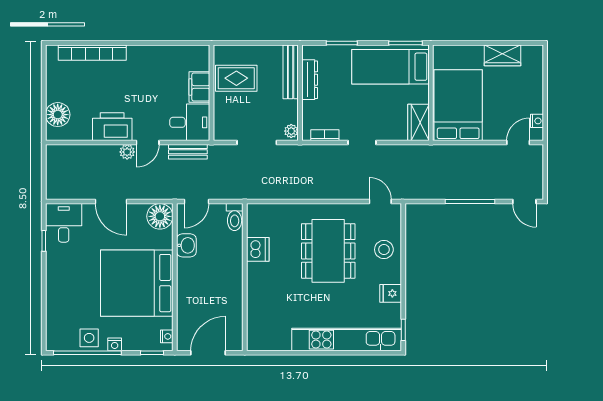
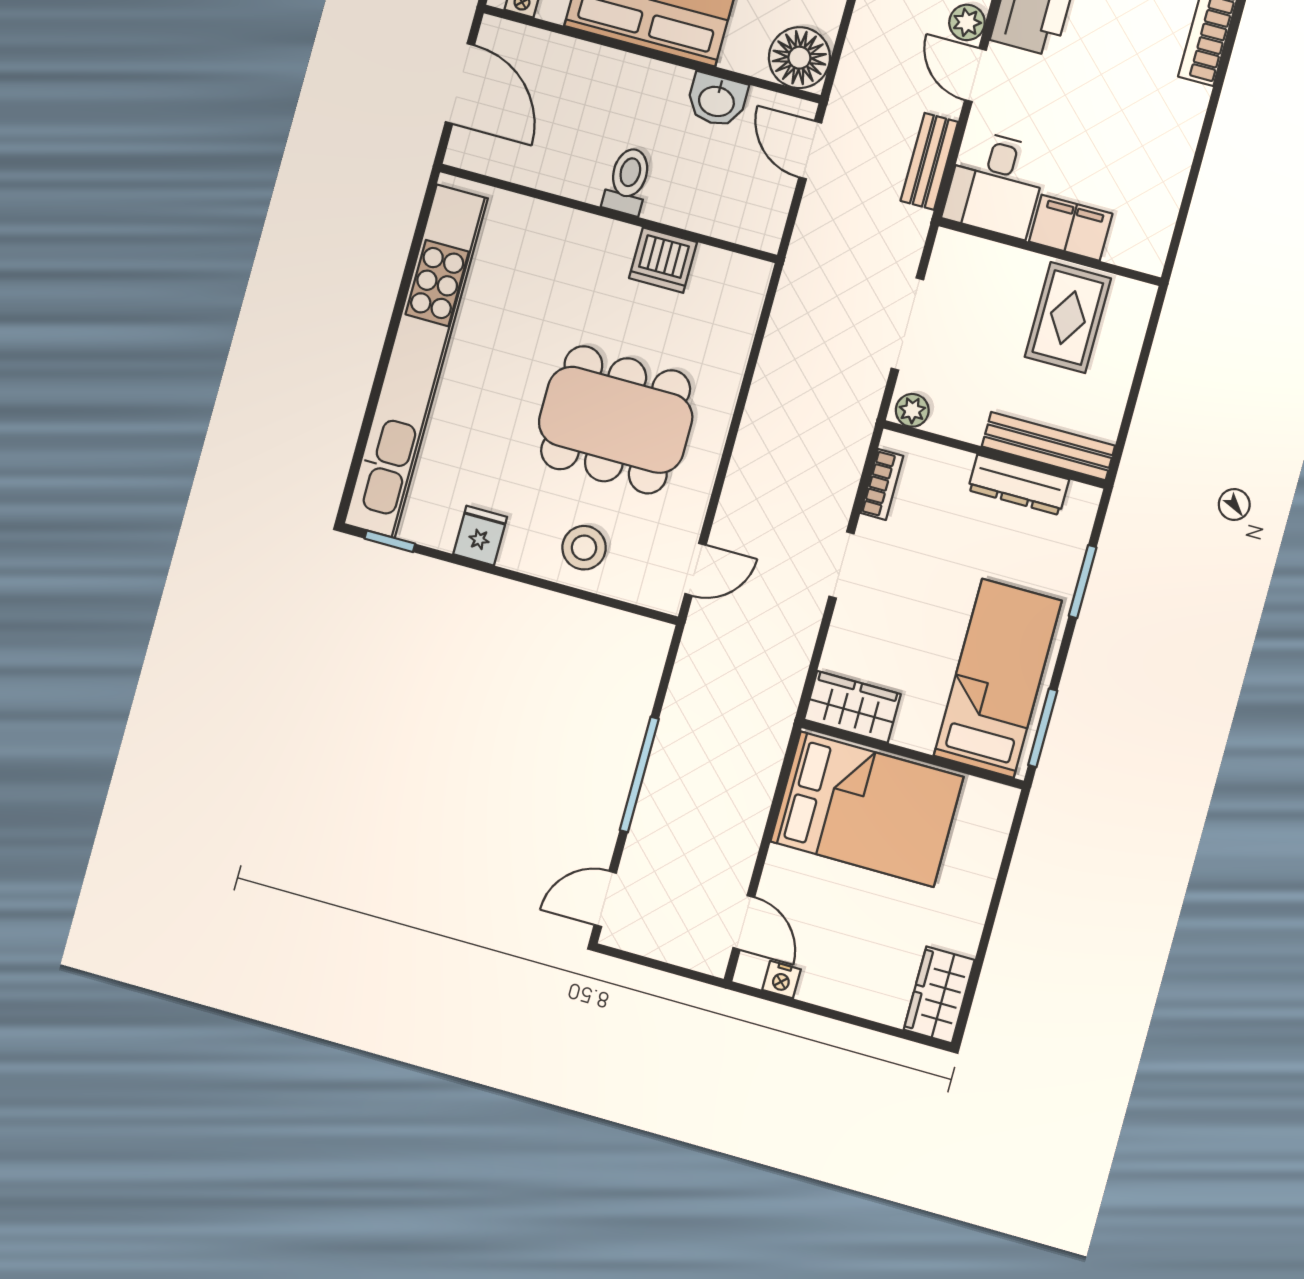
wardrobe: (502, 55) -> (939, 995), moved
toilet: (235, 217) -> (628, 181), moved, turned 90
kitchen unit: (347, 340) -> (416, 361), width x1.36

